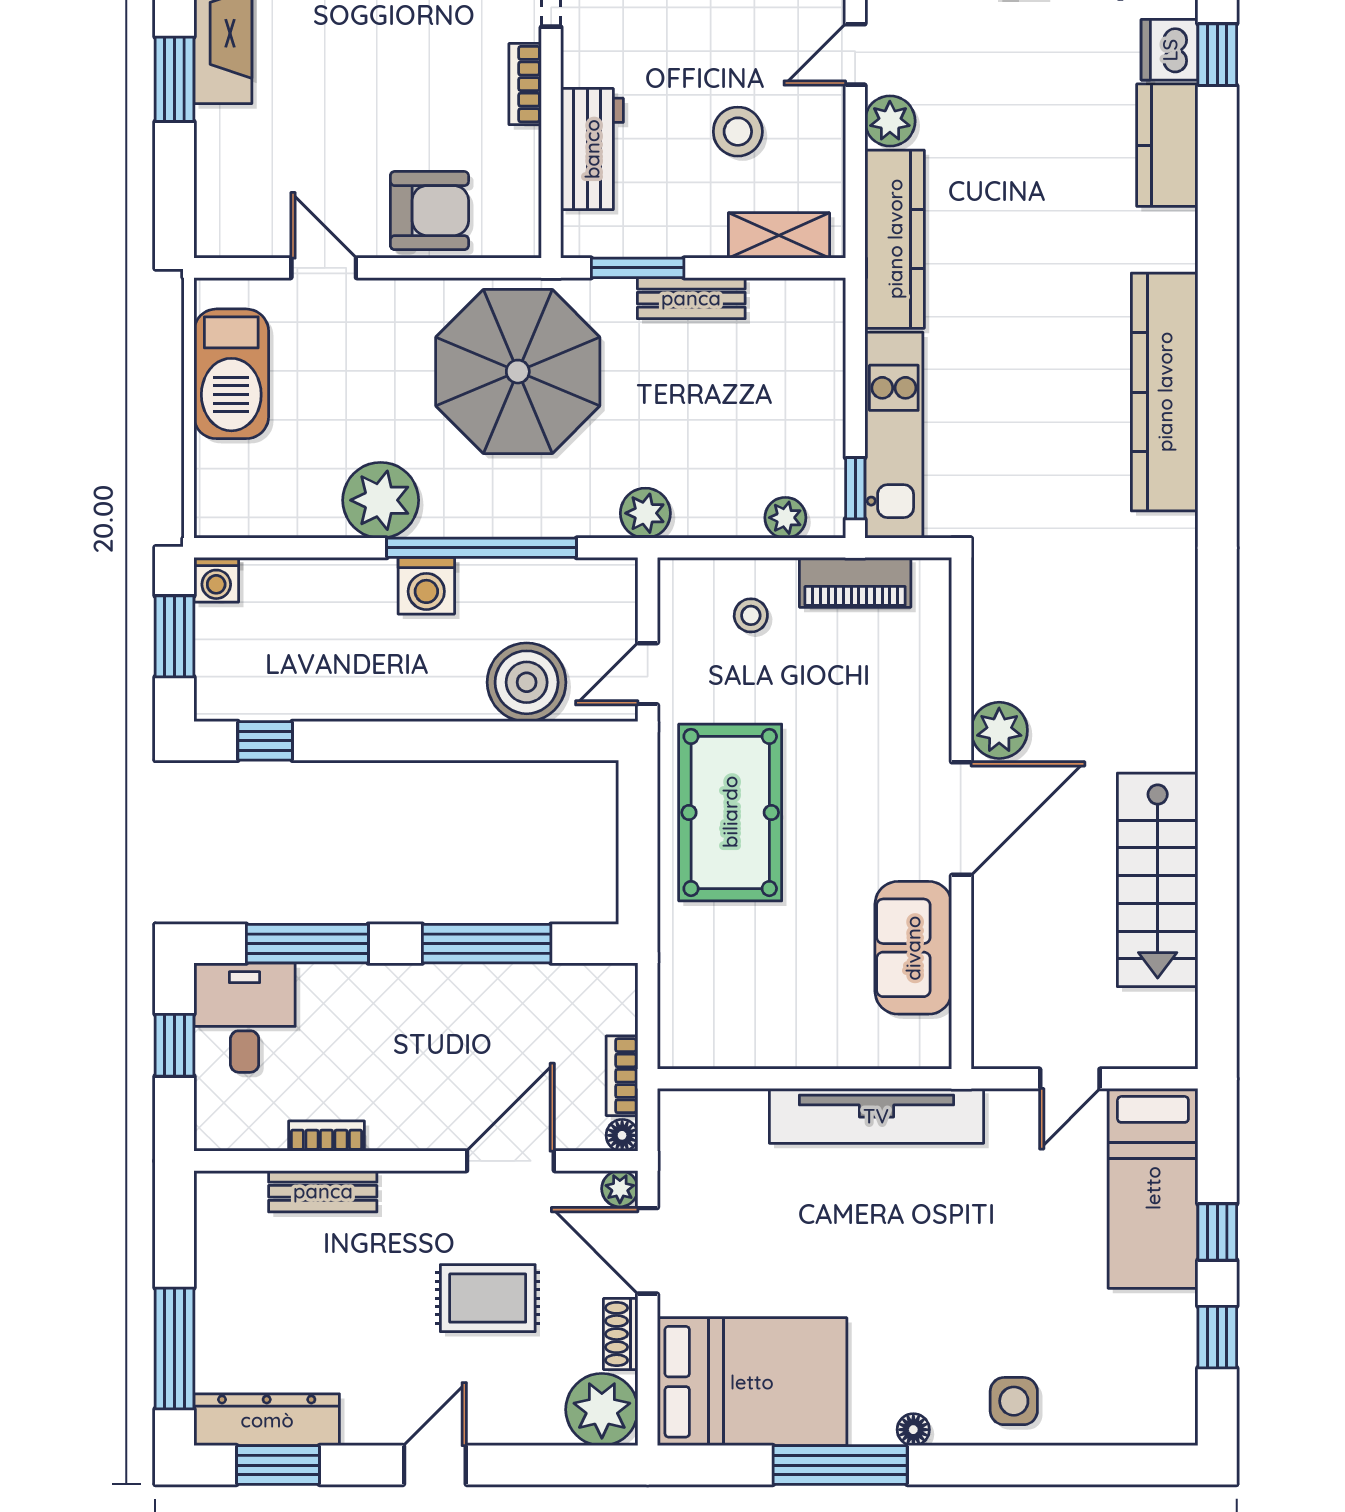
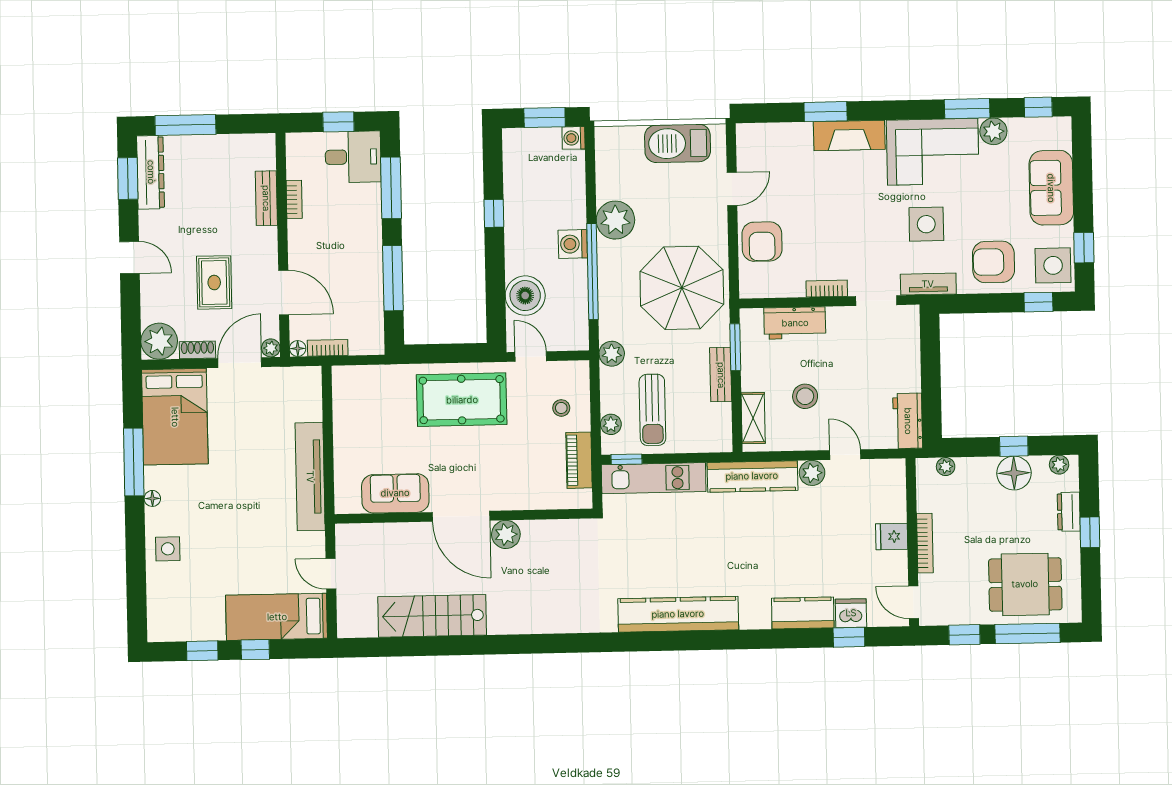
sun lounger: (759, 435) -> (652, 410), added
window: (265, 741) -> (494, 213), moved

